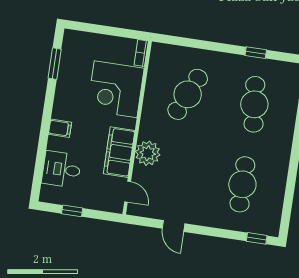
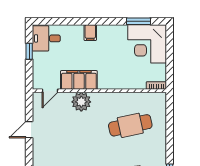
corner desk: (116, 89) -> (147, 44), moved, turned -90
cafe table: (188, 94) -> (130, 125), turned -36
desk: (62, 169) -> (46, 38), moved, turned -90

